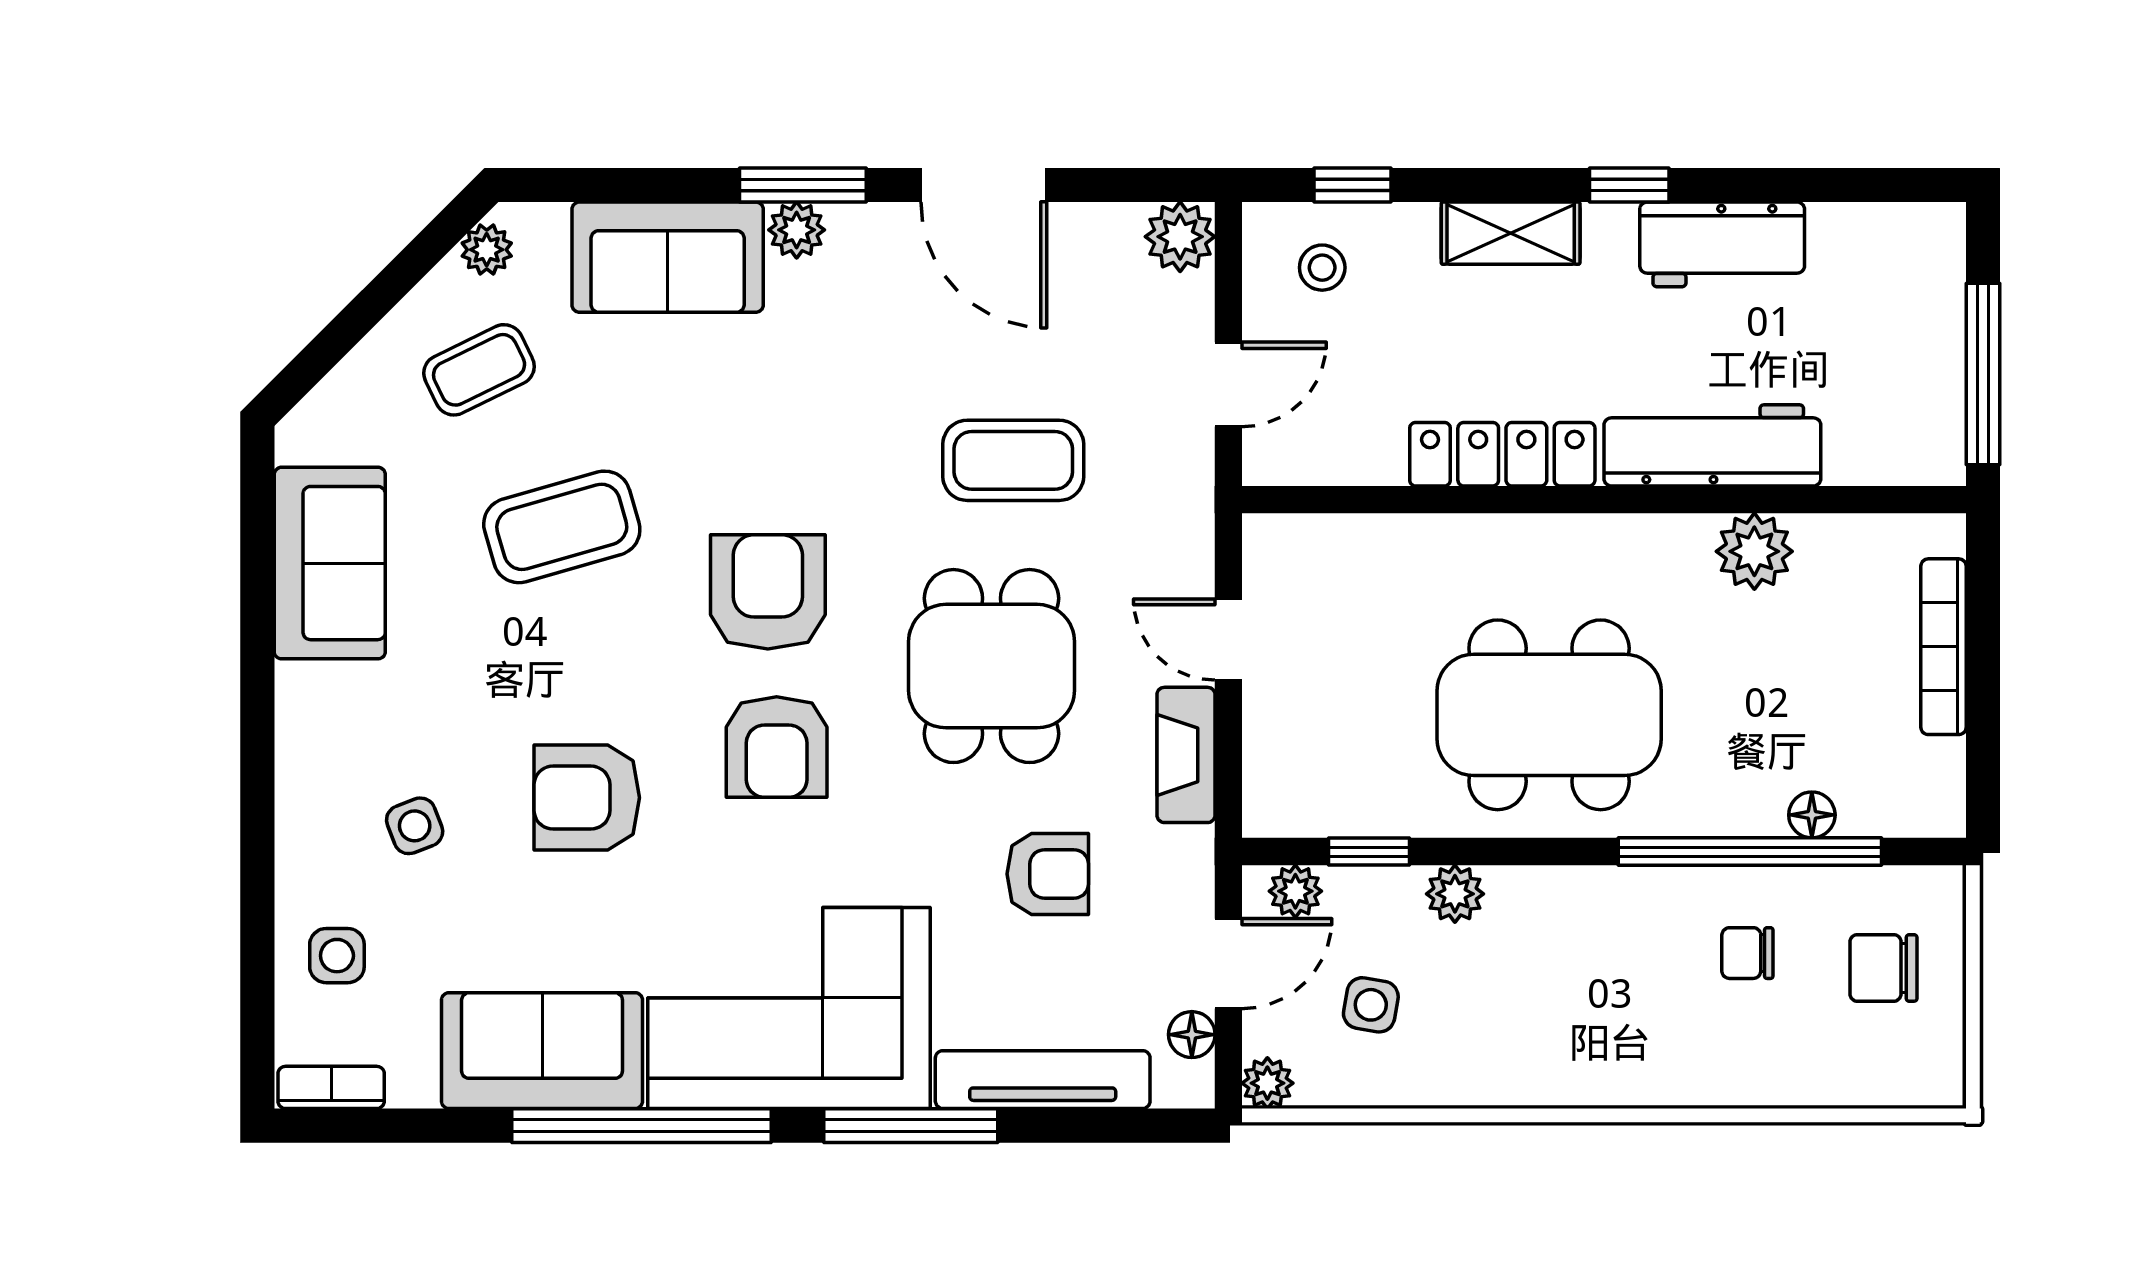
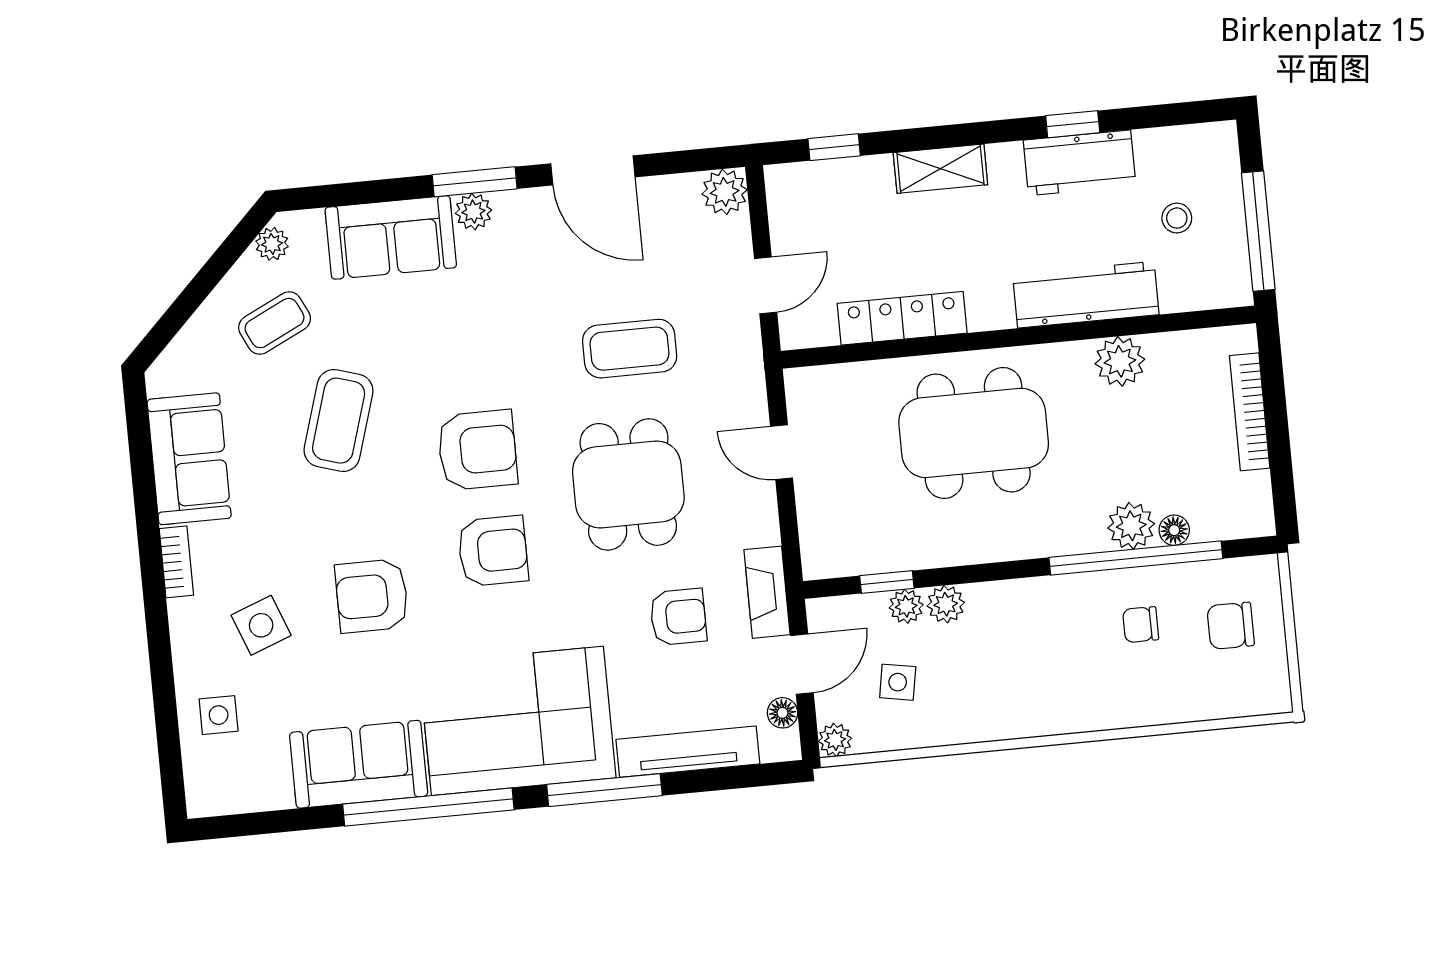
window: (1629, 185) -> (1073, 124), moved
stool: (1322, 268) -> (1177, 218), moved
locker: (1502, 454) -> (902, 318), moved
coffee table: (562, 527) -> (339, 421), turned -57
armchair: (768, 592) -> (477, 450), turned 90
dining table: (1549, 715) -> (974, 433), moved
armchair: (777, 747) -> (493, 551), turned -90
fireplace: (1186, 755) -> (767, 592), moved
plant: (1747, 802) -> (1131, 526), added
side table: (415, 826) -> (261, 625), width x1.37, depth x1.37
plant: (1295, 891) -> (906, 606), moved
bookcase: (331, 1087) -> (176, 562), moved, turned 90

